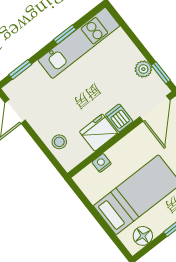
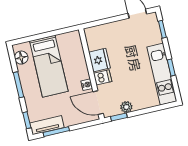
stool: (59, 142) -> (105, 33), removed
nightstand: (102, 163) -> (87, 85), moved

